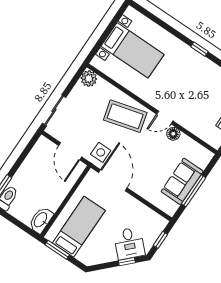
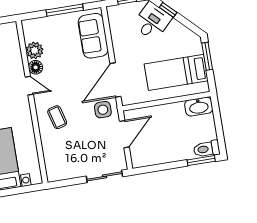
plant: (89, 79) -> (35, 50), moved
coffee table: (125, 116) -> (57, 117), width x0.54, depth x0.58
sofa: (182, 181) -> (93, 36), moved, turned 90
window: (57, 250) -> (207, 56), moved

